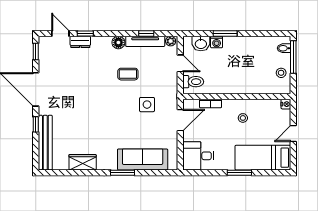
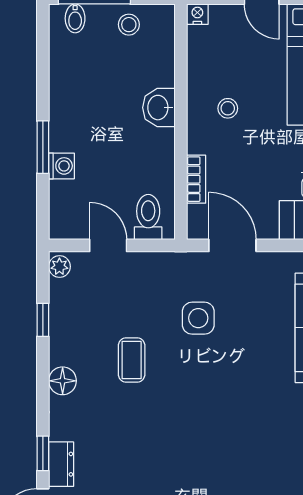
tv unit: (145, 41) -> (60, 322), removed
washbasin: (201, 44) -> (159, 108), moved, turned 180
door: (180, 63) -> (108, 245), hinge flipped

